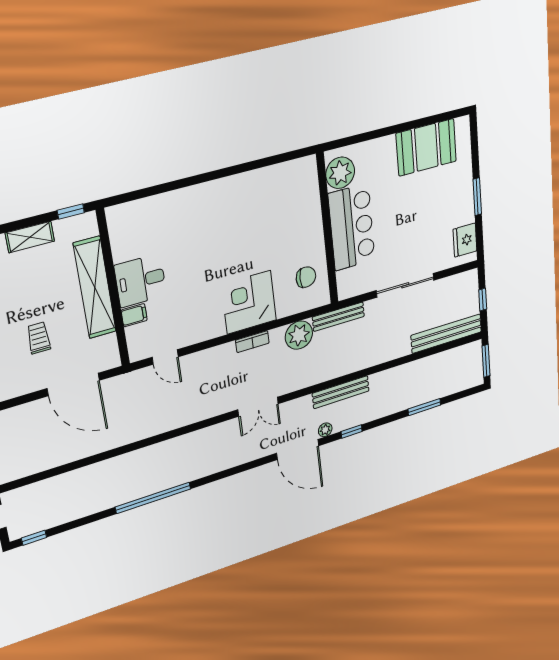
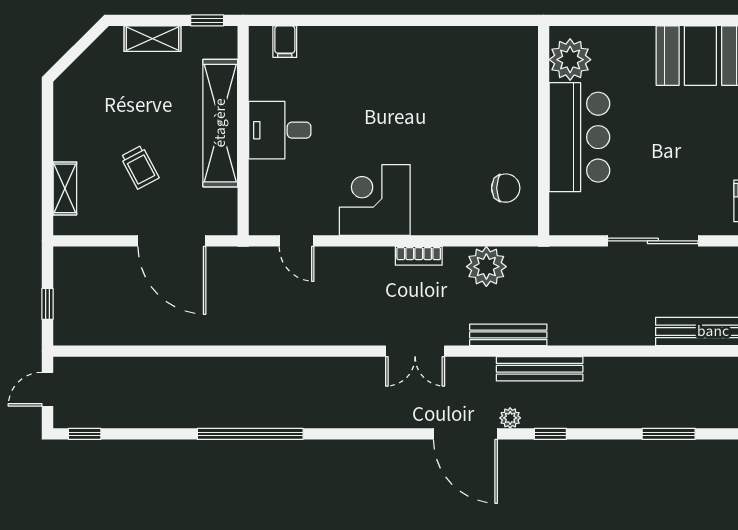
corner desk: (249, 302) -> (375, 200), moved
filing cabinet: (134, 315) -> (285, 42), moved, turned 90
bench: (338, 317) -> (508, 335), moved
trolley: (39, 338) -> (140, 167), turned 152

